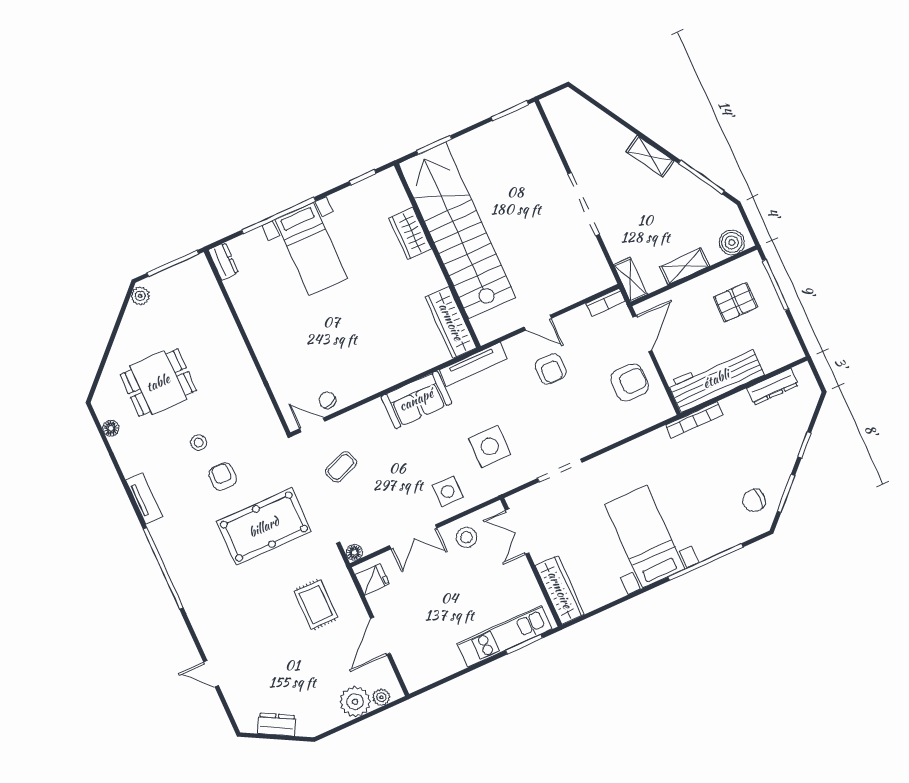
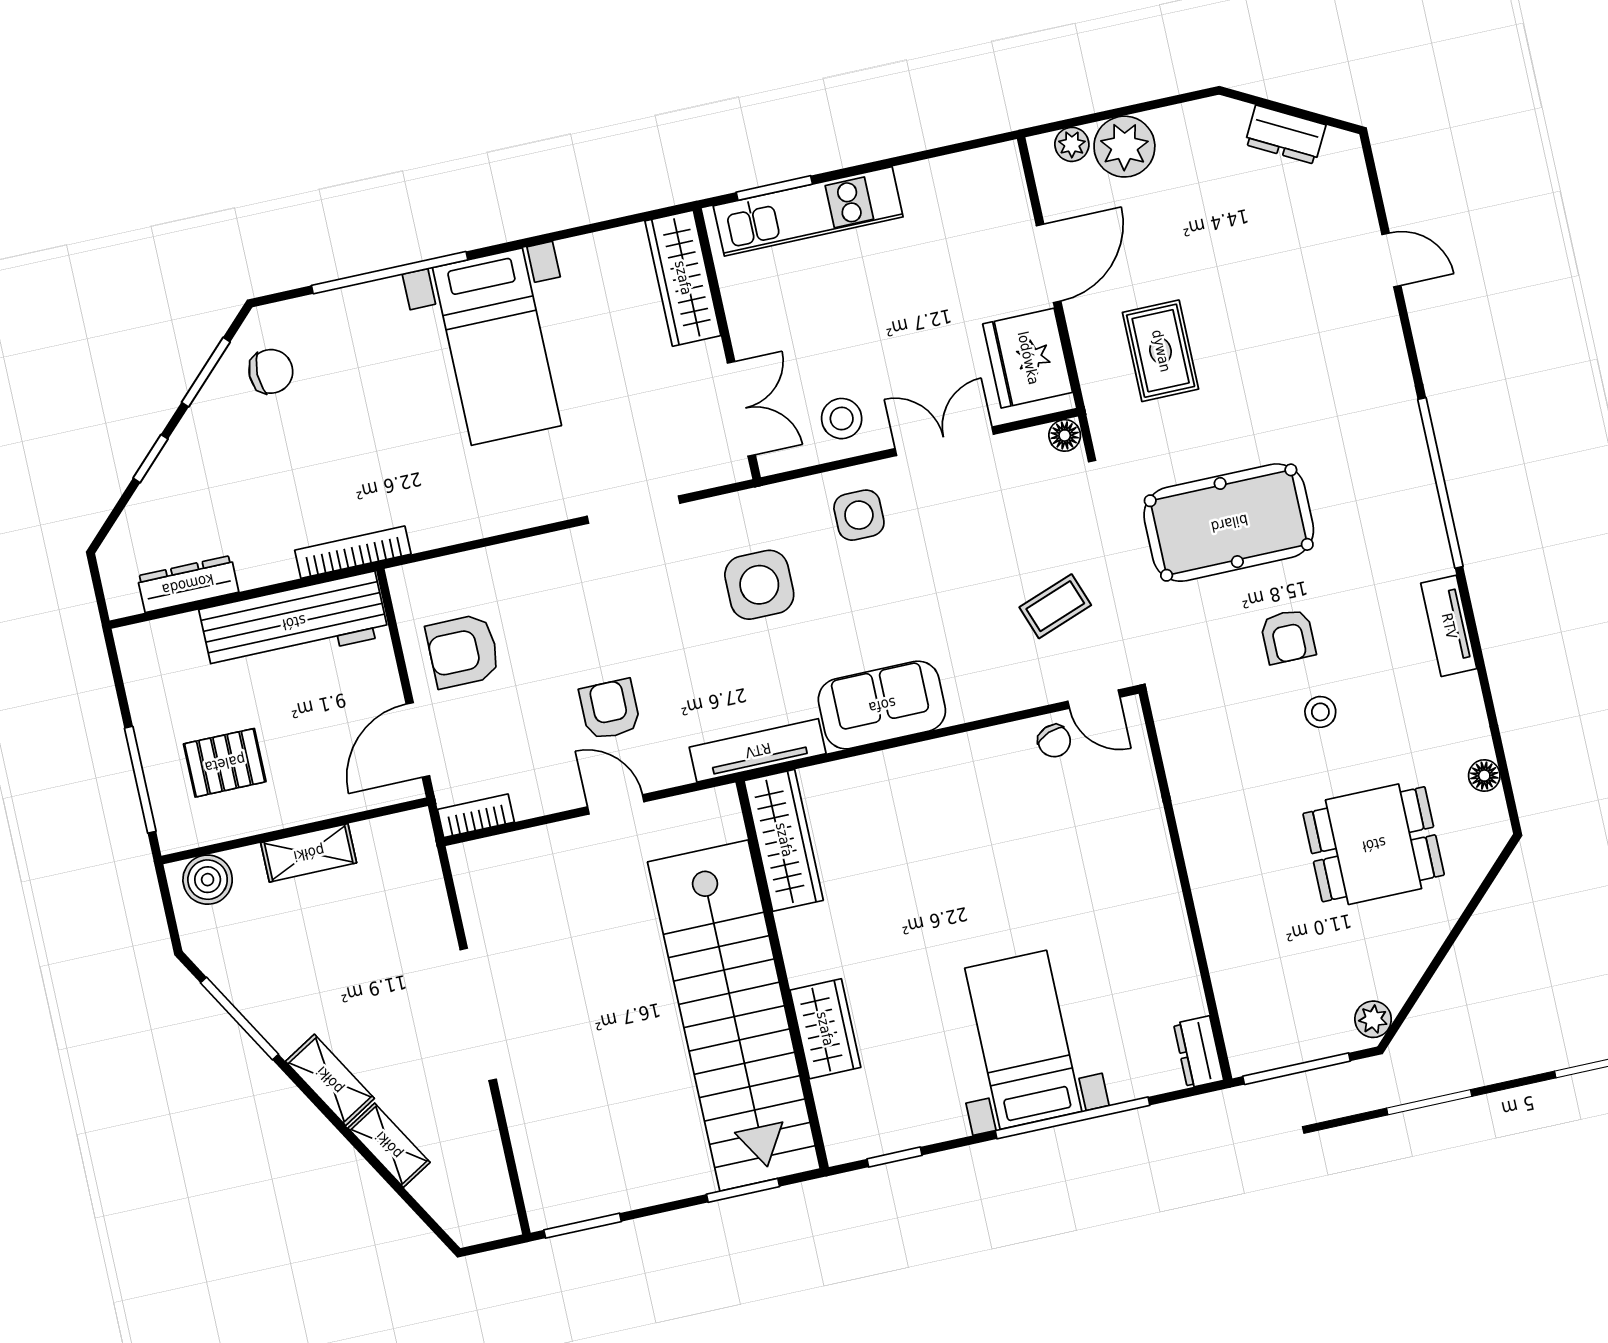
shelving: (630, 279) -> (389, 1145), moved, turned -31
fridge: (372, 579) -> (1028, 358), width x1.88, depth x1.34

